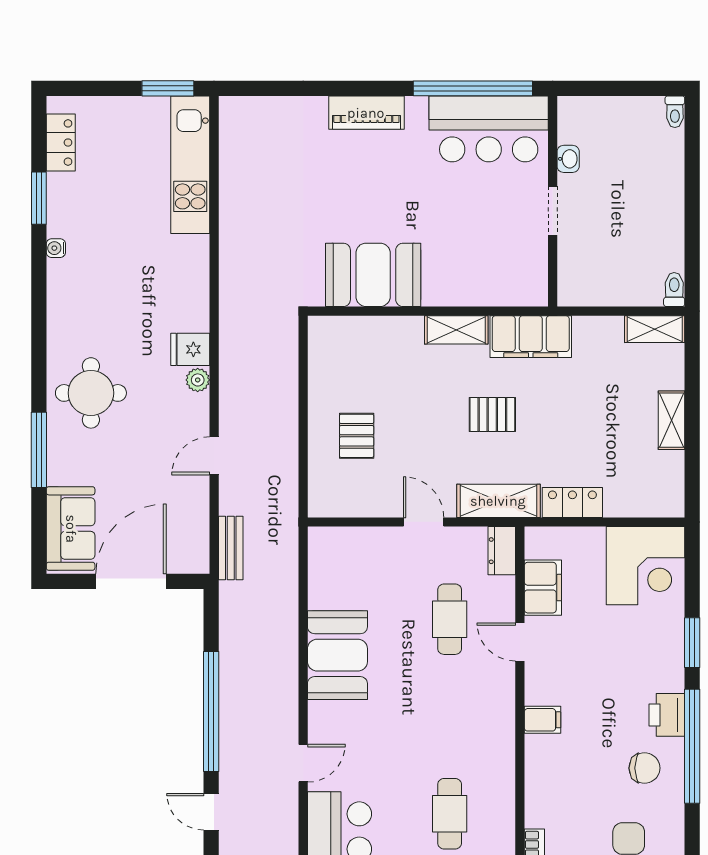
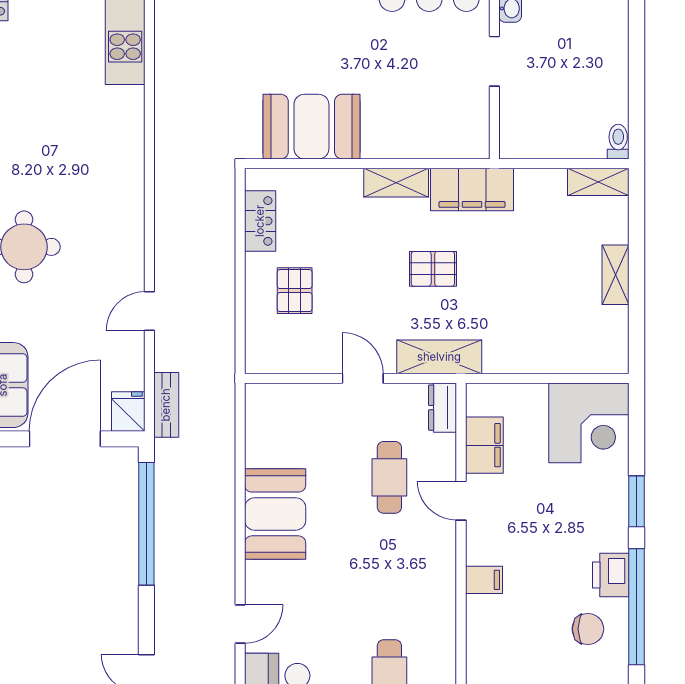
fridge: (190, 349) -> (128, 412), moved, turned 90
plant: (198, 380) -> (133, 234), removed
locker: (572, 502) -> (260, 221), moved, turned 90
window: (211, 712) -> (146, 524), moved

